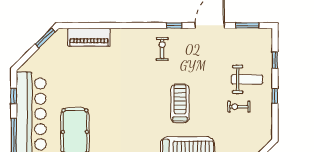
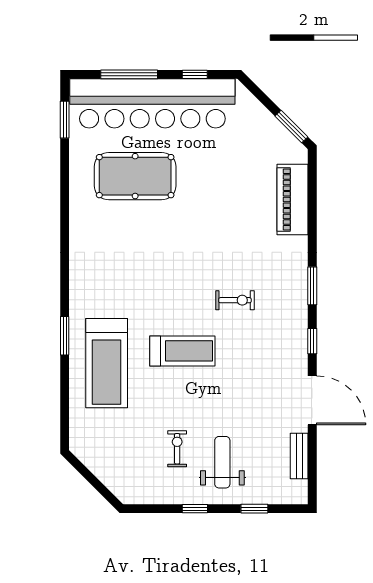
window: (247, 25) -> (312, 286), moved
bench: (243, 33) -> (299, 456), added
exercise bike: (162, 49) -> (235, 300), moved
weight bench: (247, 79) -> (222, 462), turned 180

